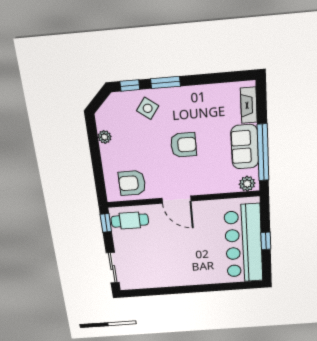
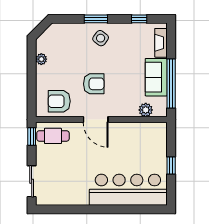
window: (130, 85) -> (139, 19), moved
side table: (148, 108) -> (101, 38), moved
armchair: (183, 145) -> (94, 84), moved
plant: (247, 184) -> (146, 110), moved
bar counter: (244, 244) -> (128, 190), moved, turned 90

